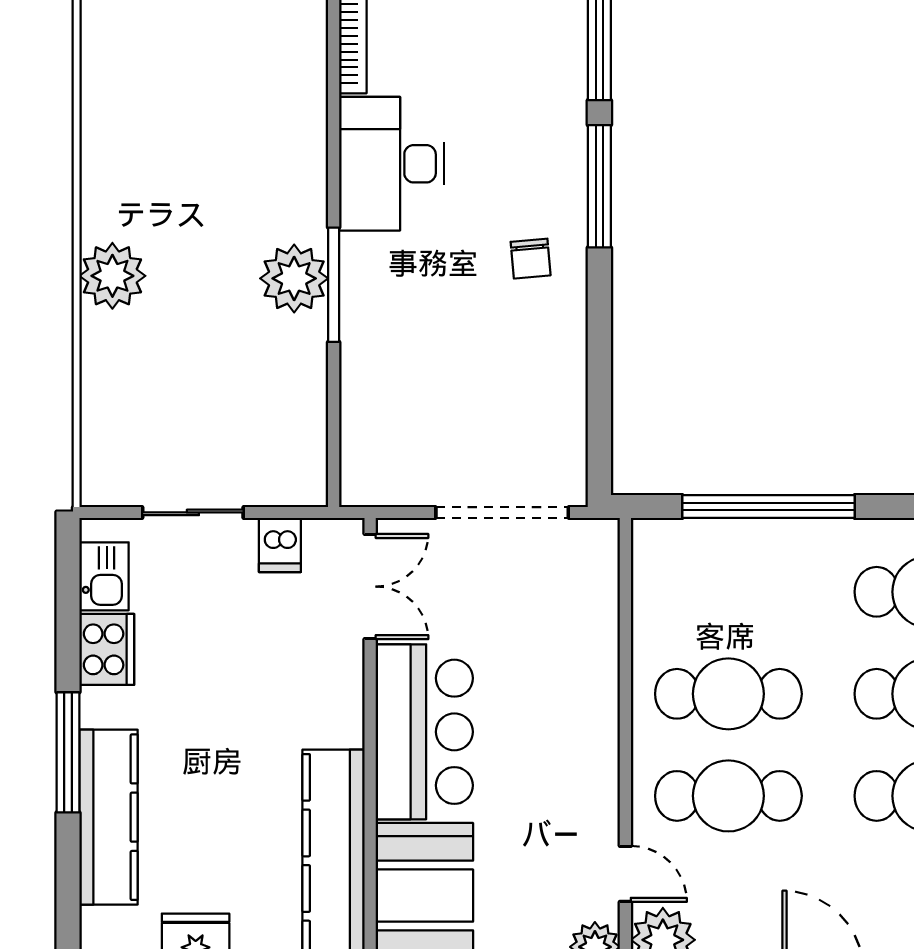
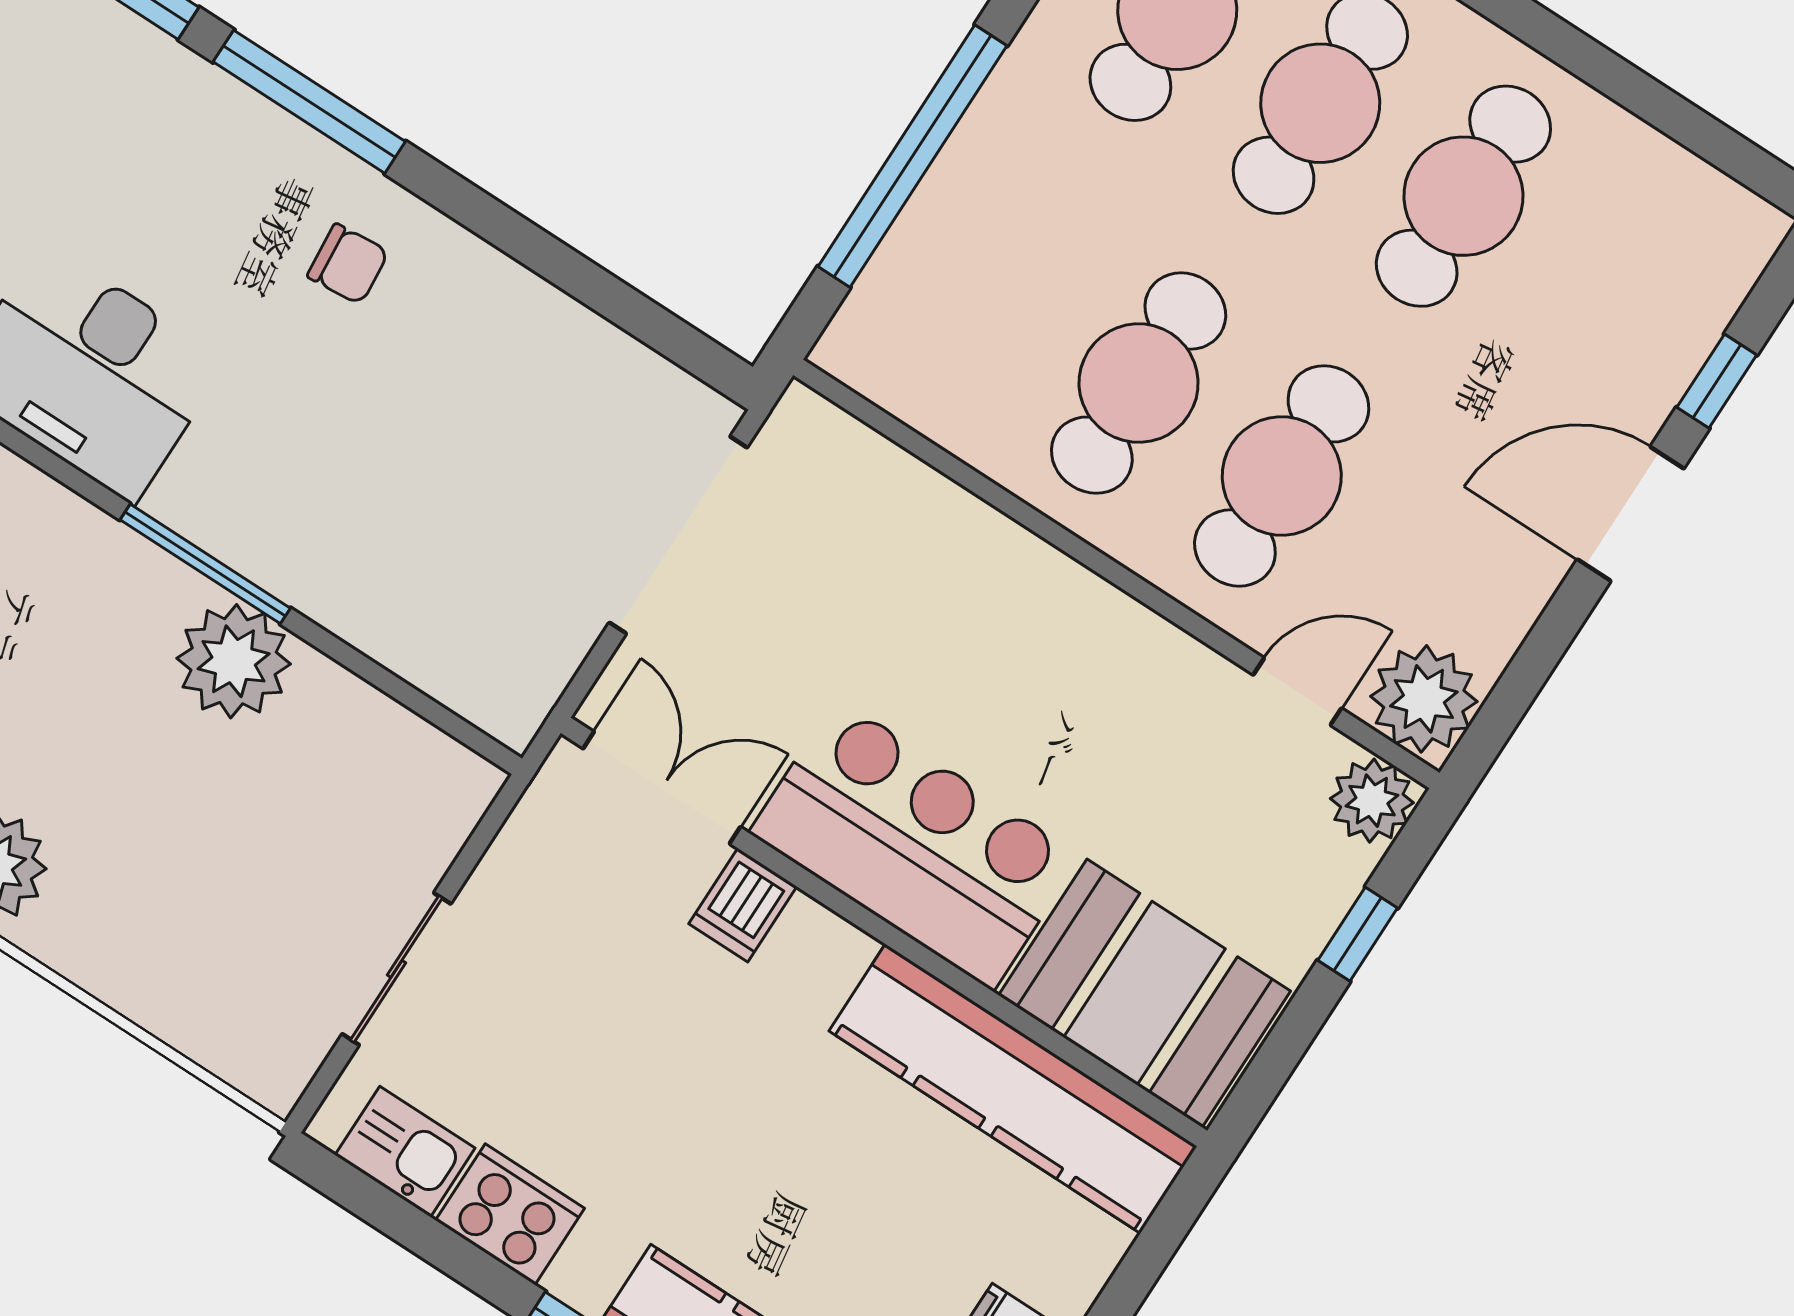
plant: (294, 278) -> (234, 661), moved
dishwasher: (280, 545) -> (743, 905), moved, turned 90

